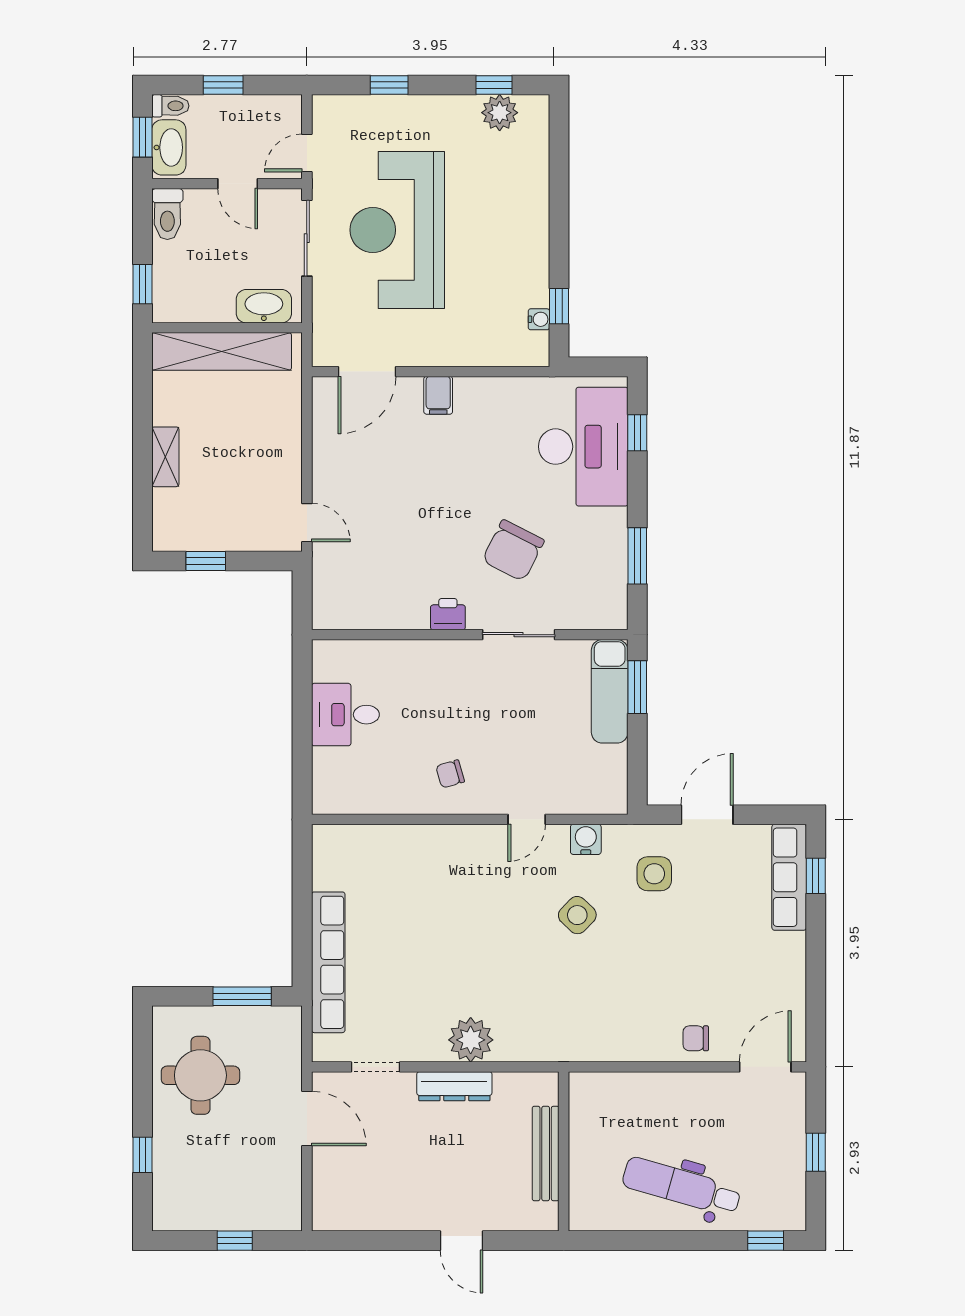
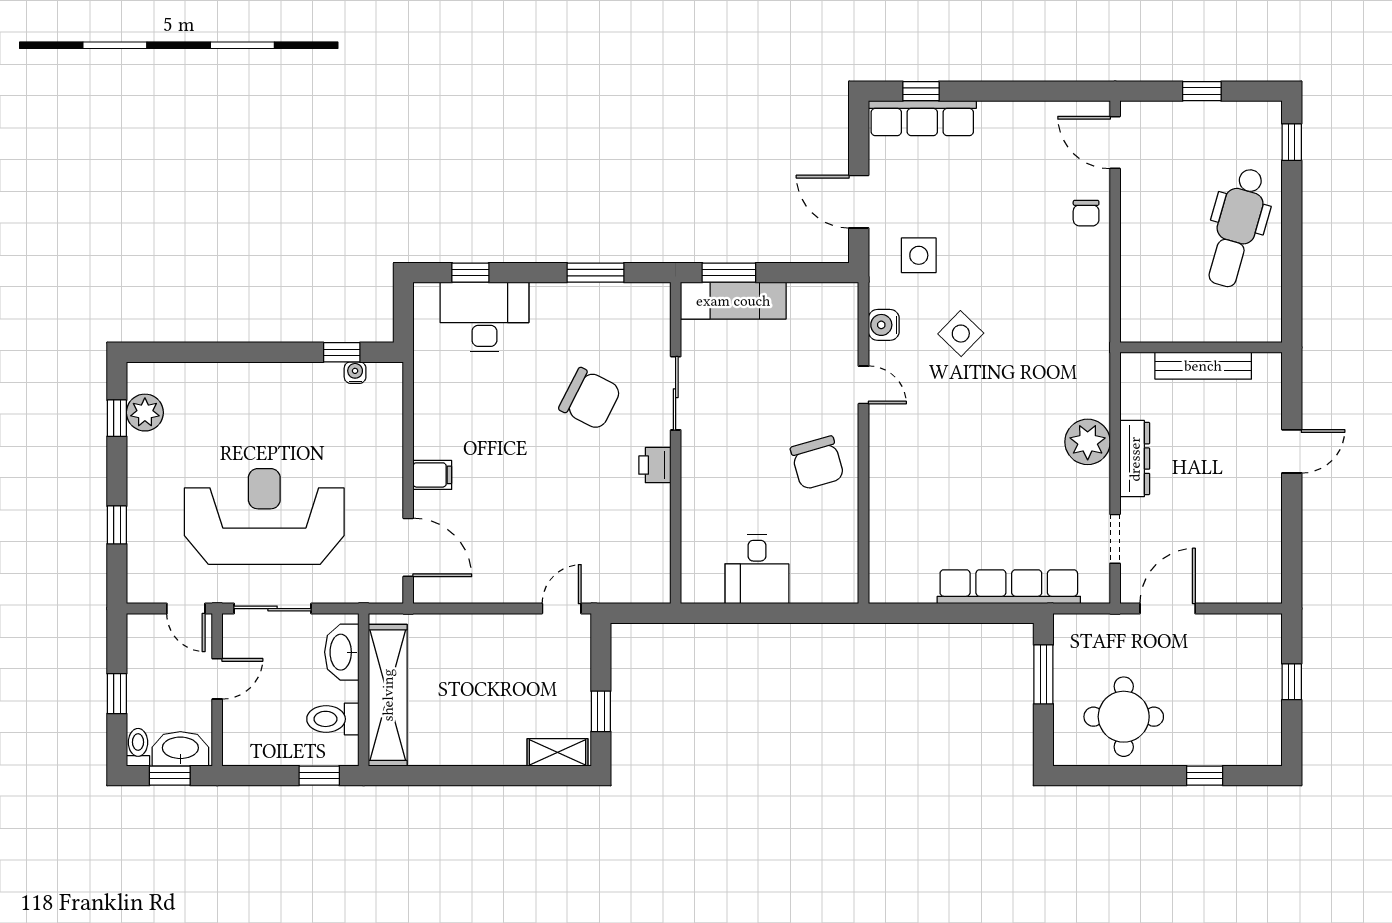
toilet: (167, 214) -> (333, 719), moved, turned 180
reception desk: (397, 230) -> (264, 517), turned 180
desk: (583, 447) -> (484, 317), width x0.73, depth x0.77
shelving: (165, 457) -> (557, 752), moved
chair: (450, 774) -> (817, 463), width x1.87, depth x1.87

